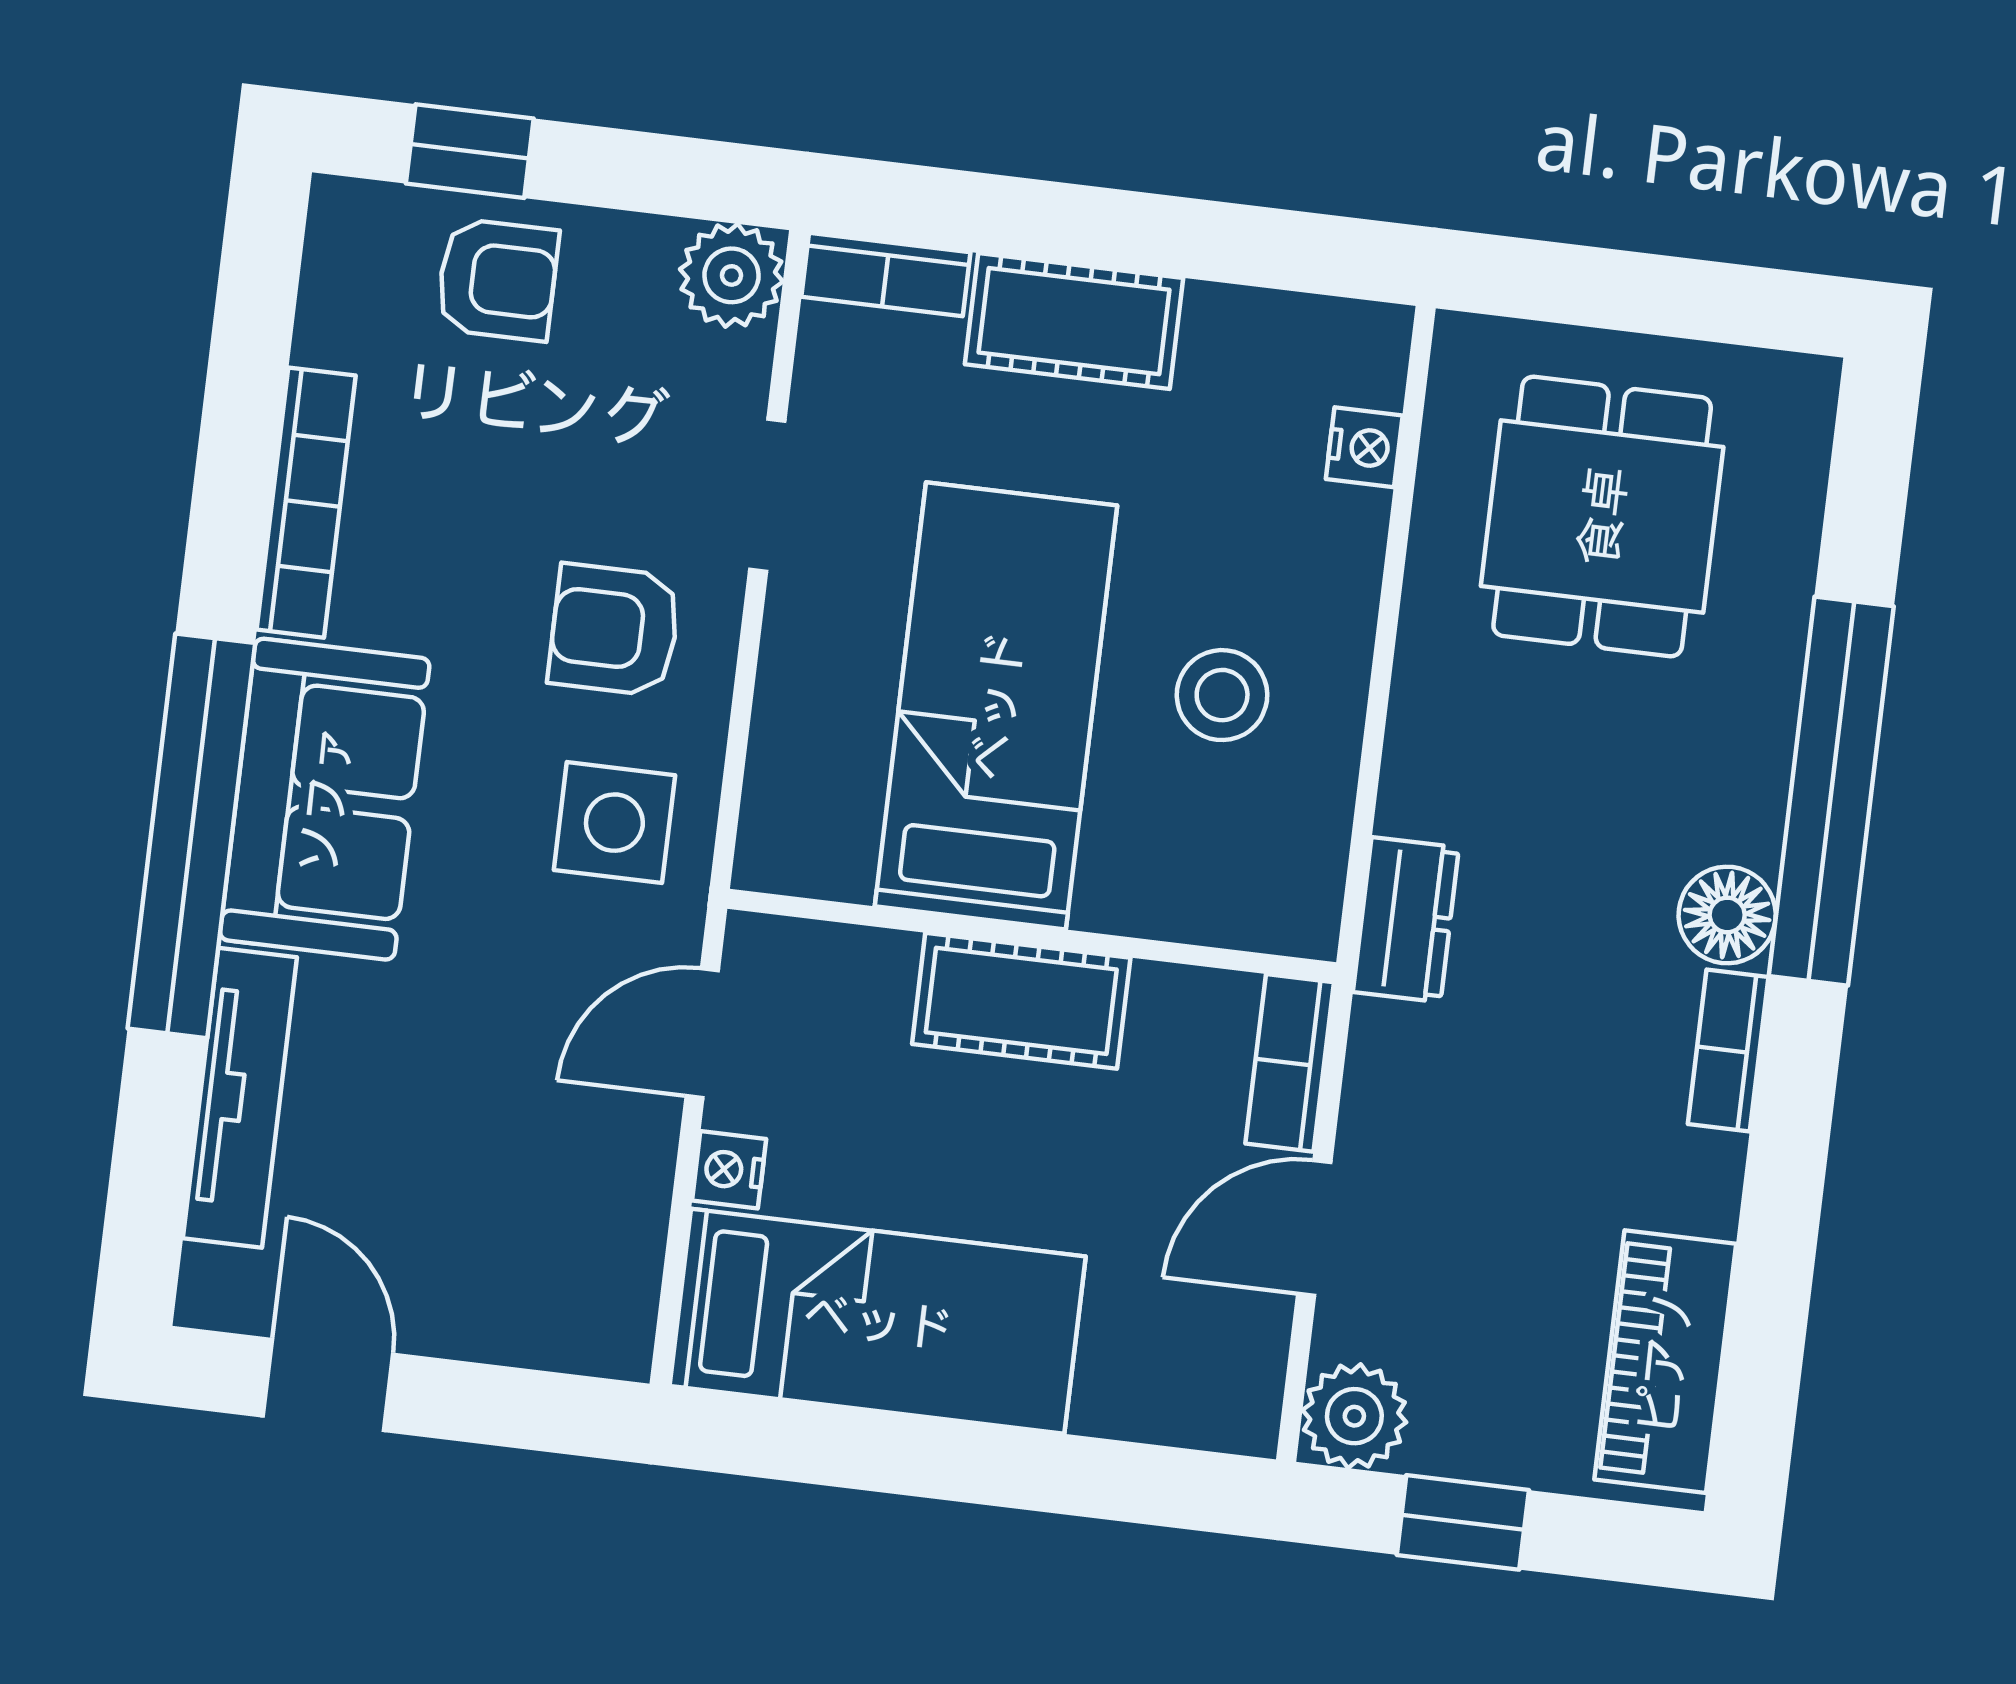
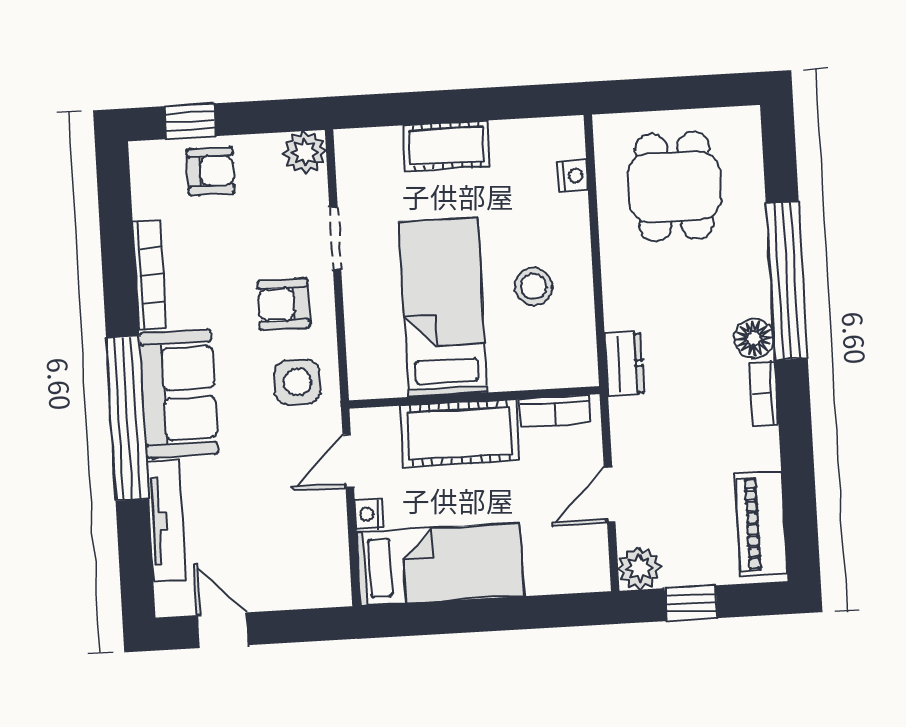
bookcase: (886, 275) -> (367, 141), removed
cot: (1021, 1001) -> (460, 433), width x1.37, depth x1.34
bookcase: (1290, 1063) -> (555, 411), moved, turned -90

